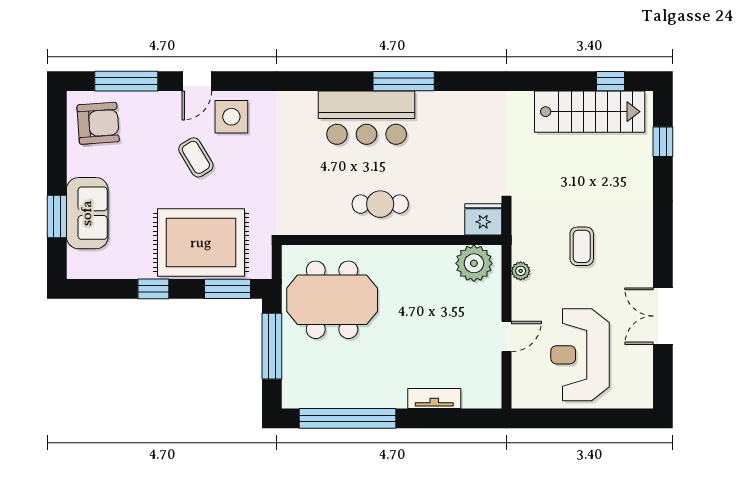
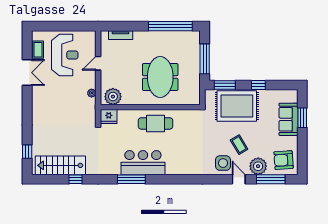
door: (197, 81) -> (239, 179), hinge flipped
window: (404, 81) -> (131, 179), moved
window: (611, 81) -> (76, 179), moved
plant: (154, 110) -> (258, 166), added
bar counter: (367, 118) -> (143, 163), moved
cafe table: (380, 204) -> (155, 123), width x1.37, depth x1.35
coffee table: (582, 246) -> (38, 50), moved
meeting table: (332, 300) -> (160, 77), moved, turned 90
tv unit: (434, 399) -> (121, 35), moved

